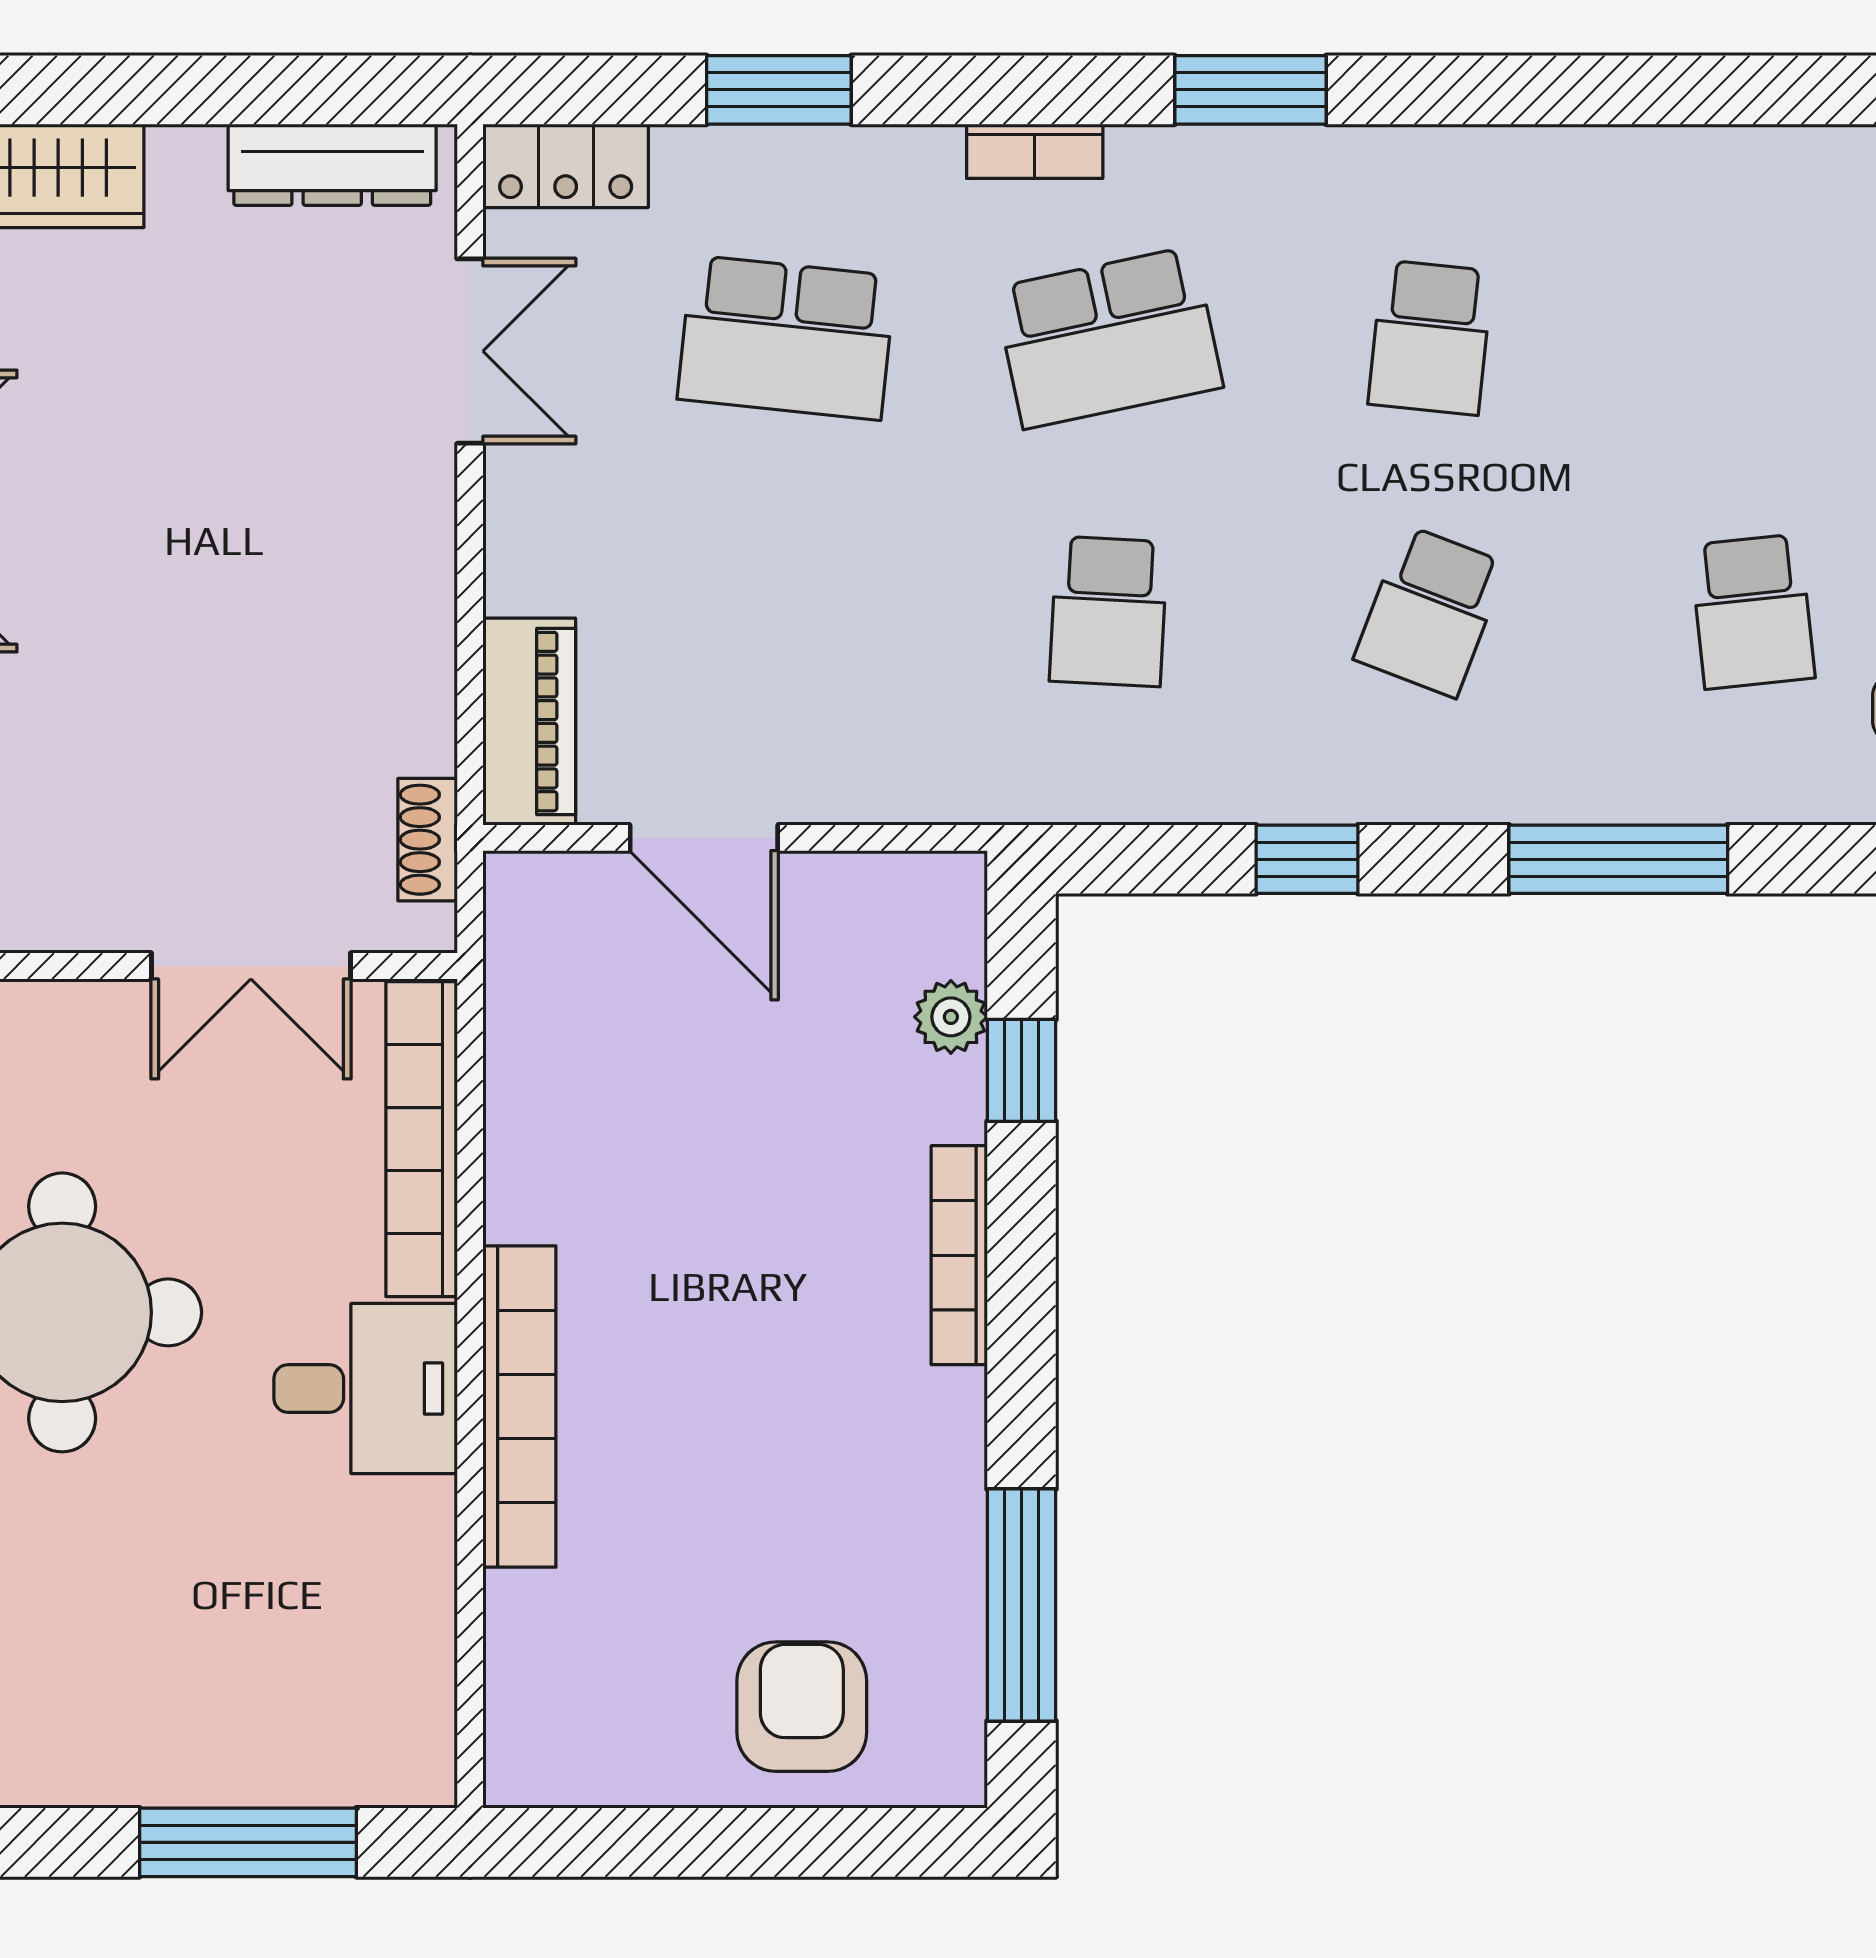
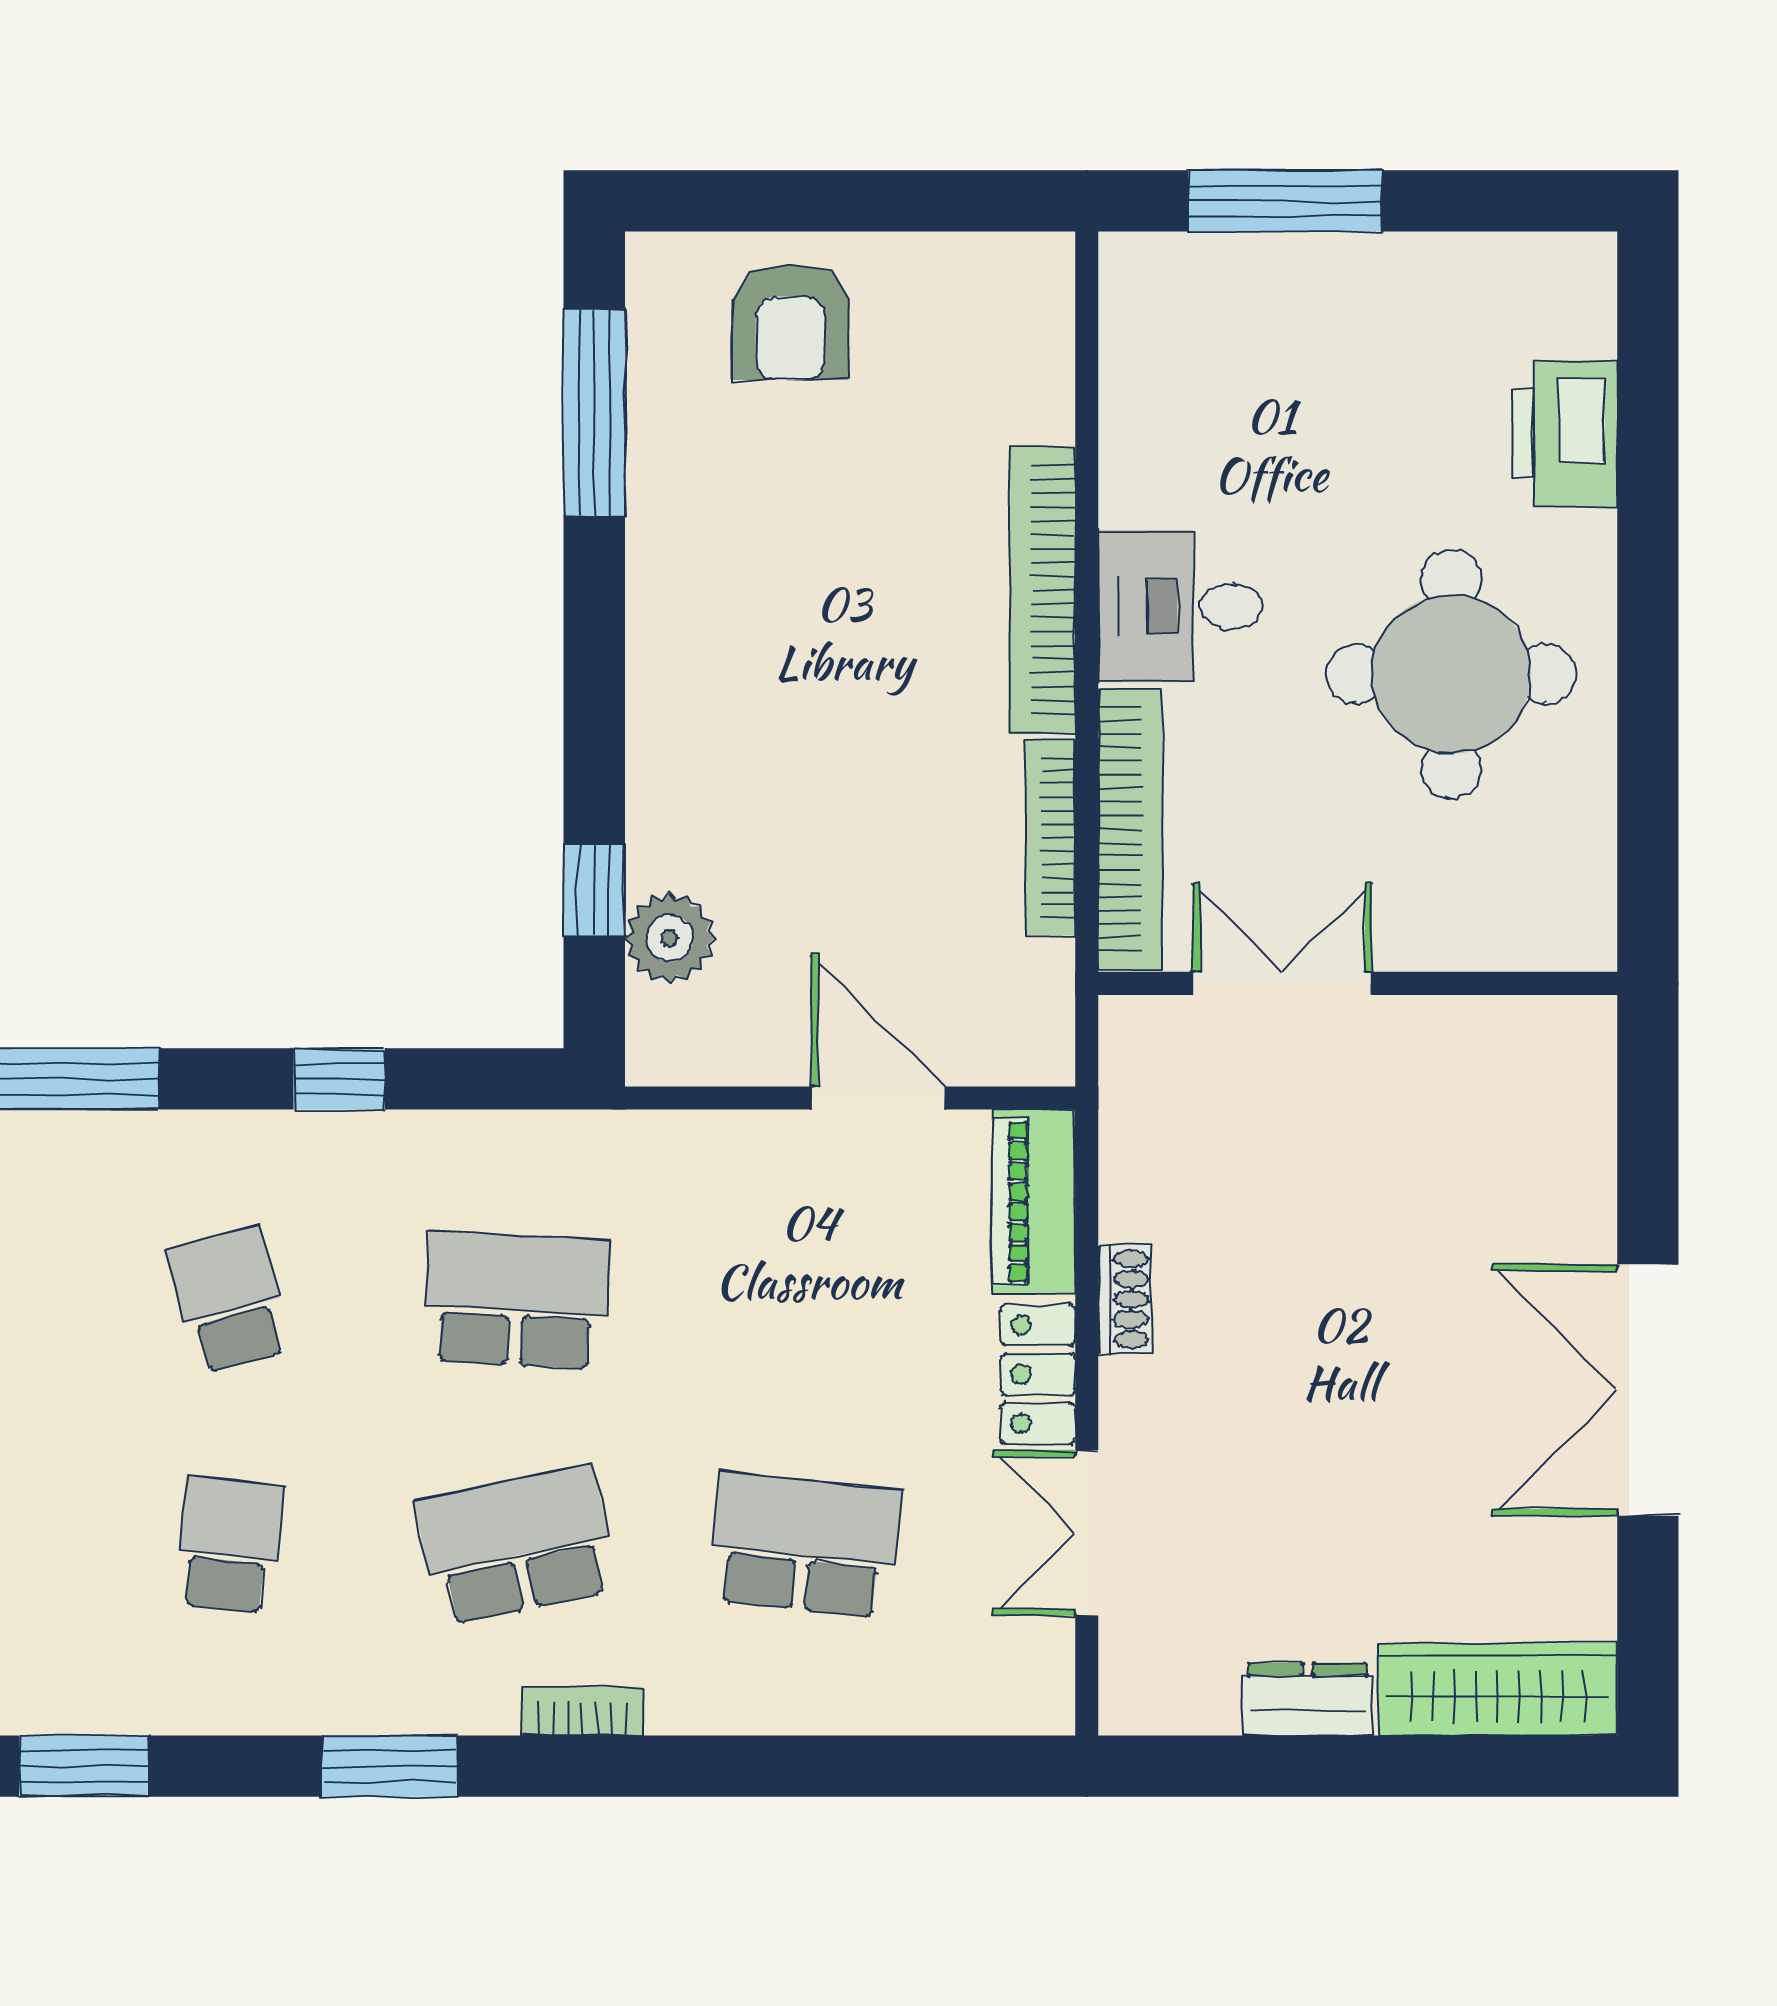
window: (779, 90) -> (84, 1766), moved
dresser: (332, 165) -> (1307, 1699), moved, width x0.70
locker: (566, 166) -> (1038, 1374), moved, turned -90
school desk: (1108, 611) -> (517, 1300), width x1.85
school desk: (1430, 611) -> (229, 1300), turned -36
shoe rack: (428, 840) -> (1125, 1299), moved
plant: (951, 1017) -> (670, 938), width x1.38, depth x1.38
bookcase: (959, 1255) -> (1050, 838), moved, turned 180

